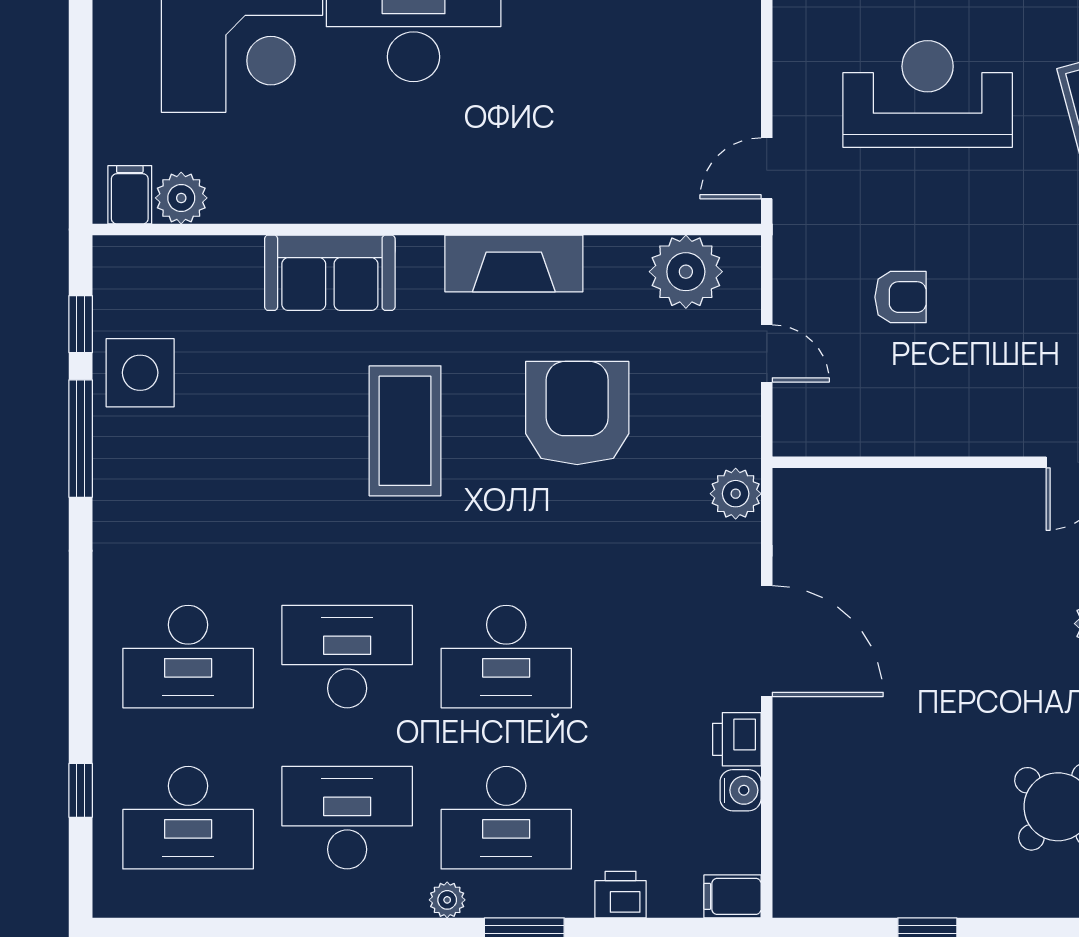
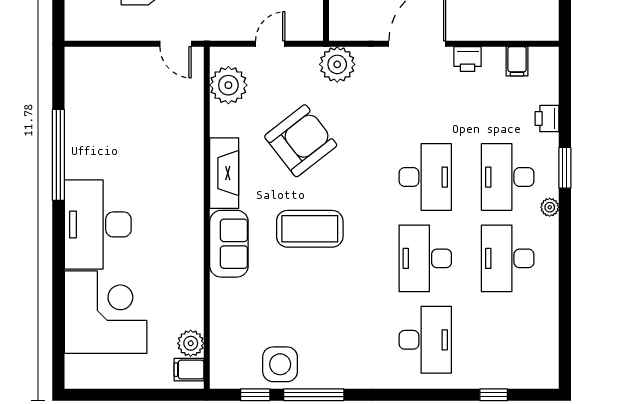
sofa: (330, 273) -> (229, 244), moved
armchair: (577, 413) -> (301, 141), turned 142
plant: (736, 494) -> (337, 64), width x1.36, depth x1.36
water cooler: (741, 790) -> (494, 57), removed
desk: (188, 818) -> (508, 340), removed
desk: (506, 818) -> (508, 177), turned 180
filing cabinet: (732, 896) -> (517, 61), moved

